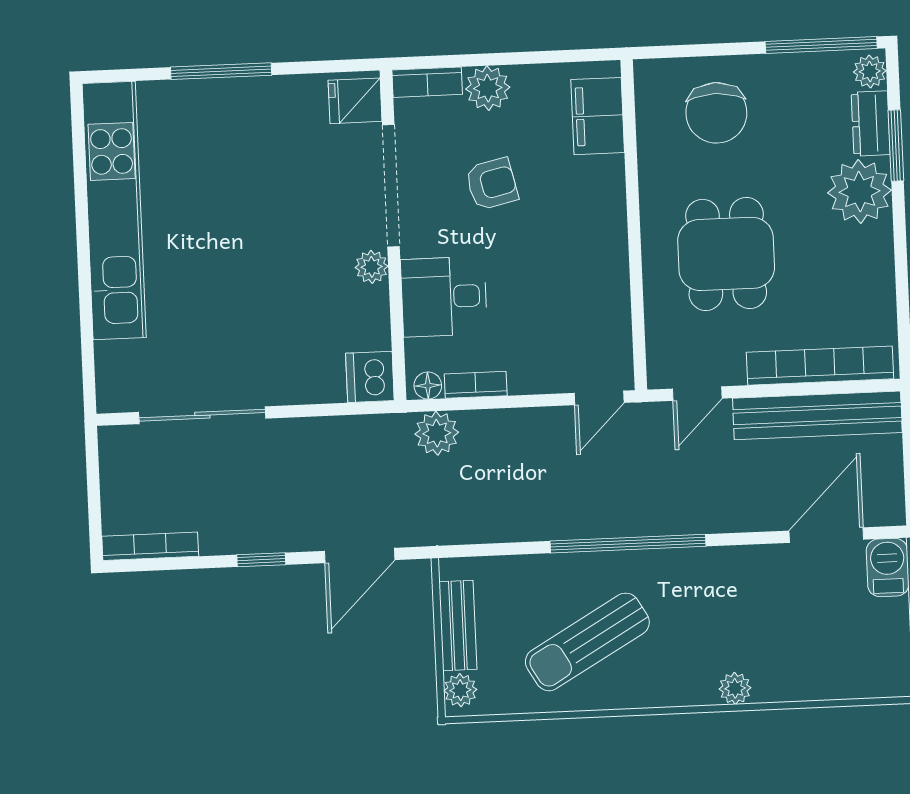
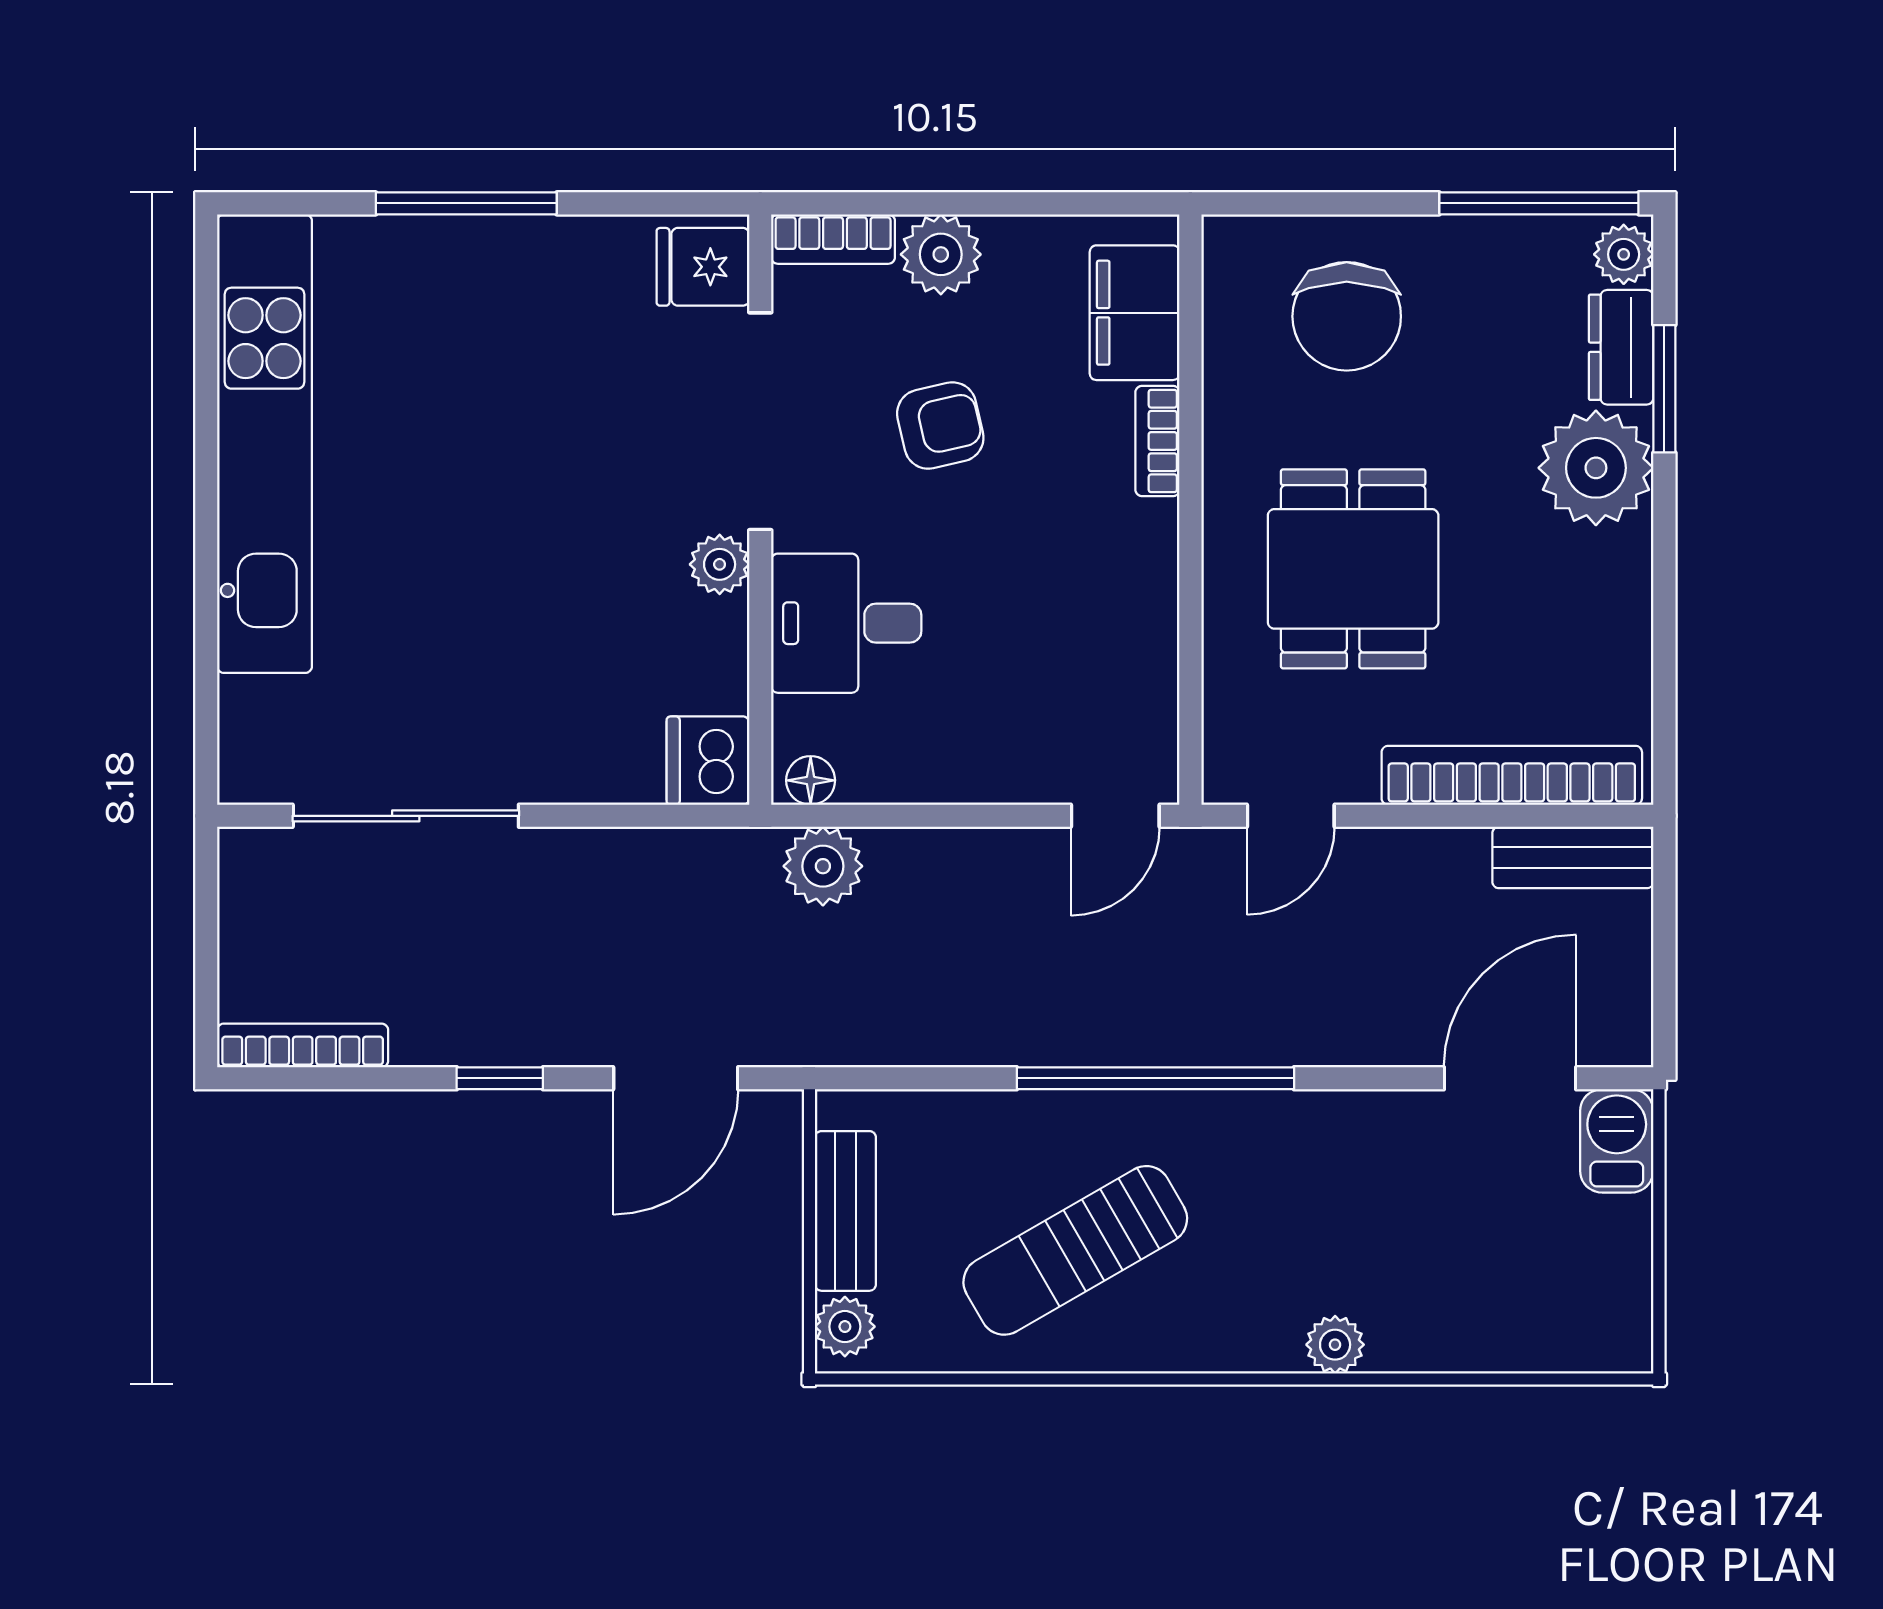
bookcase: (476, 385) -> (1157, 441), moved, turned -90
bench: (817, 415) -> (1573, 857), width x0.54, depth x0.82

